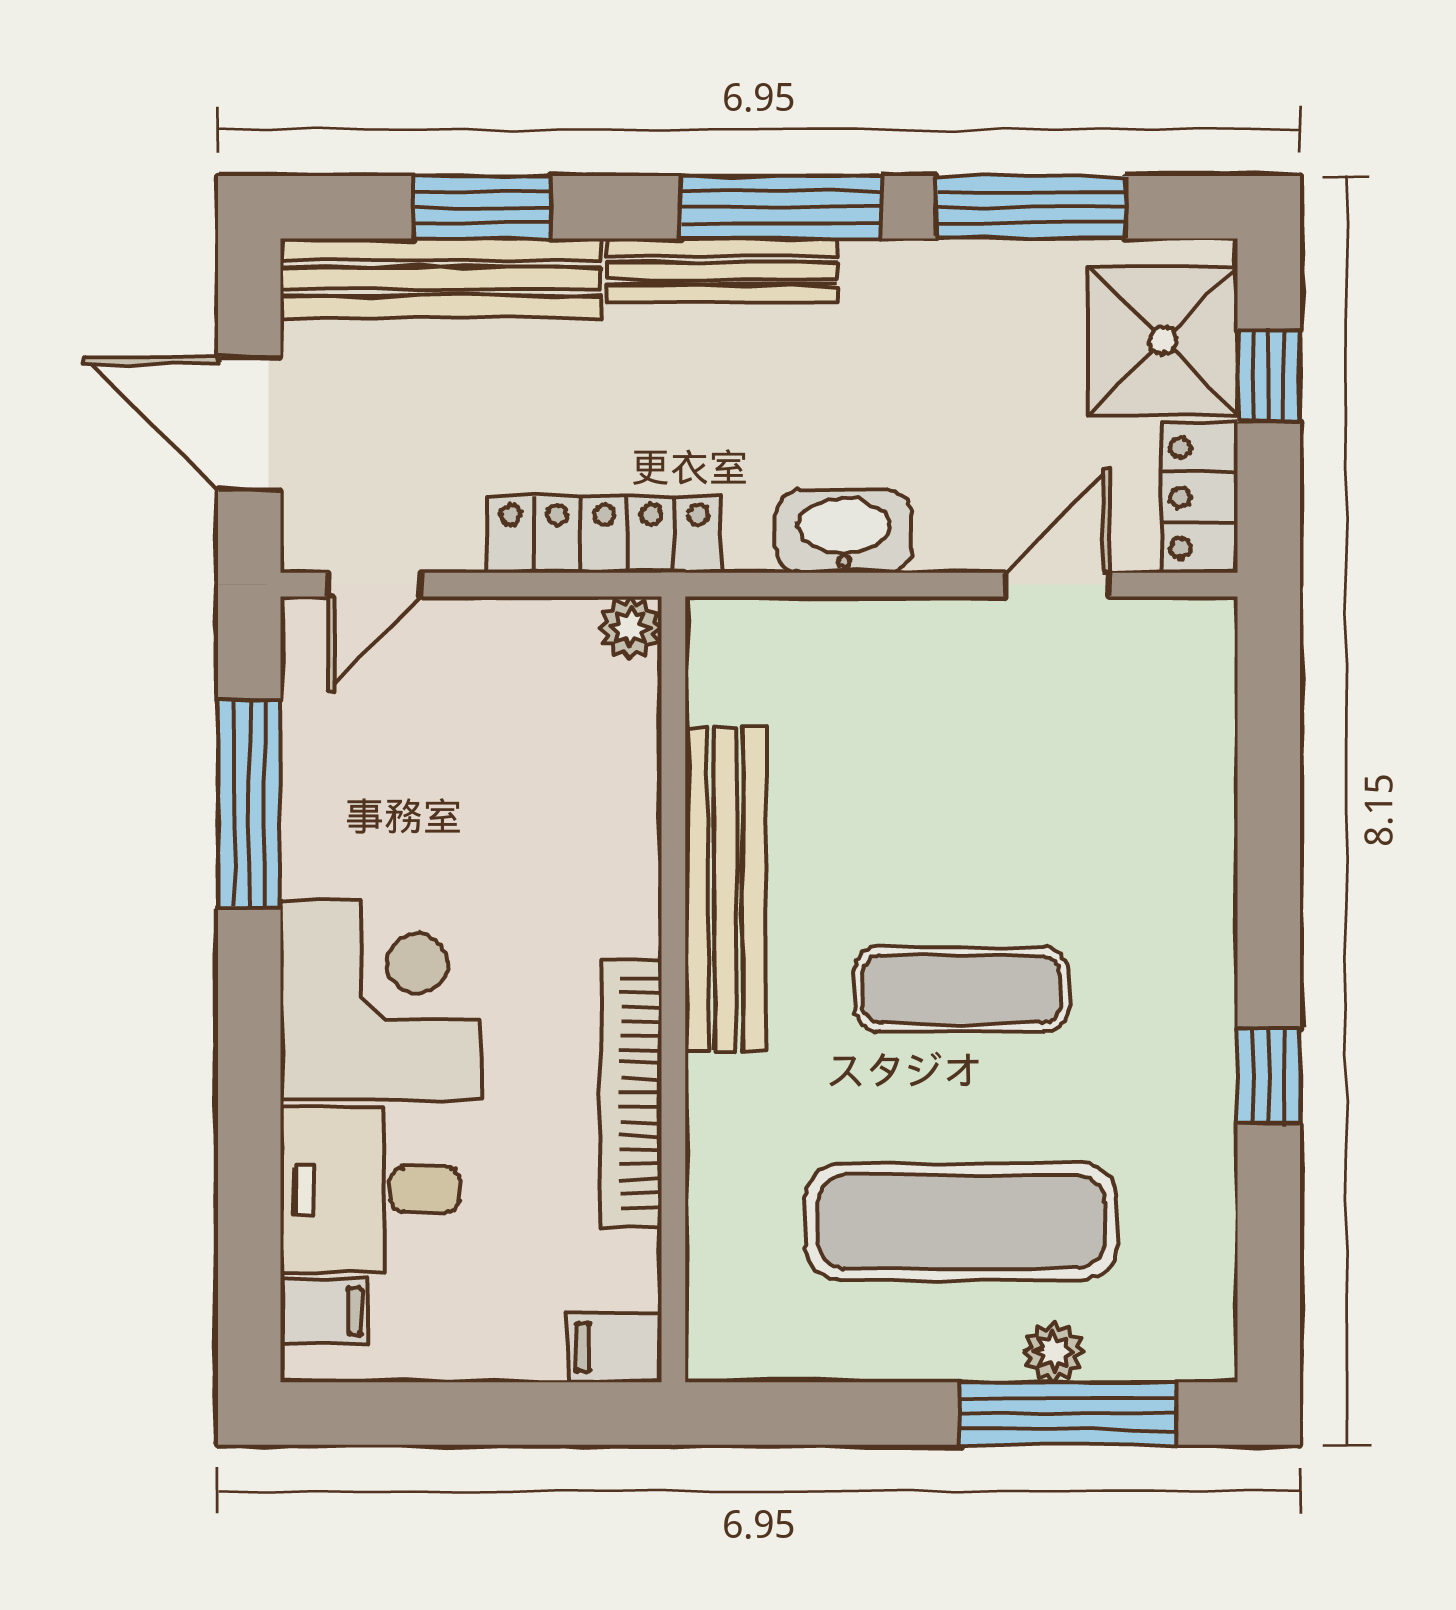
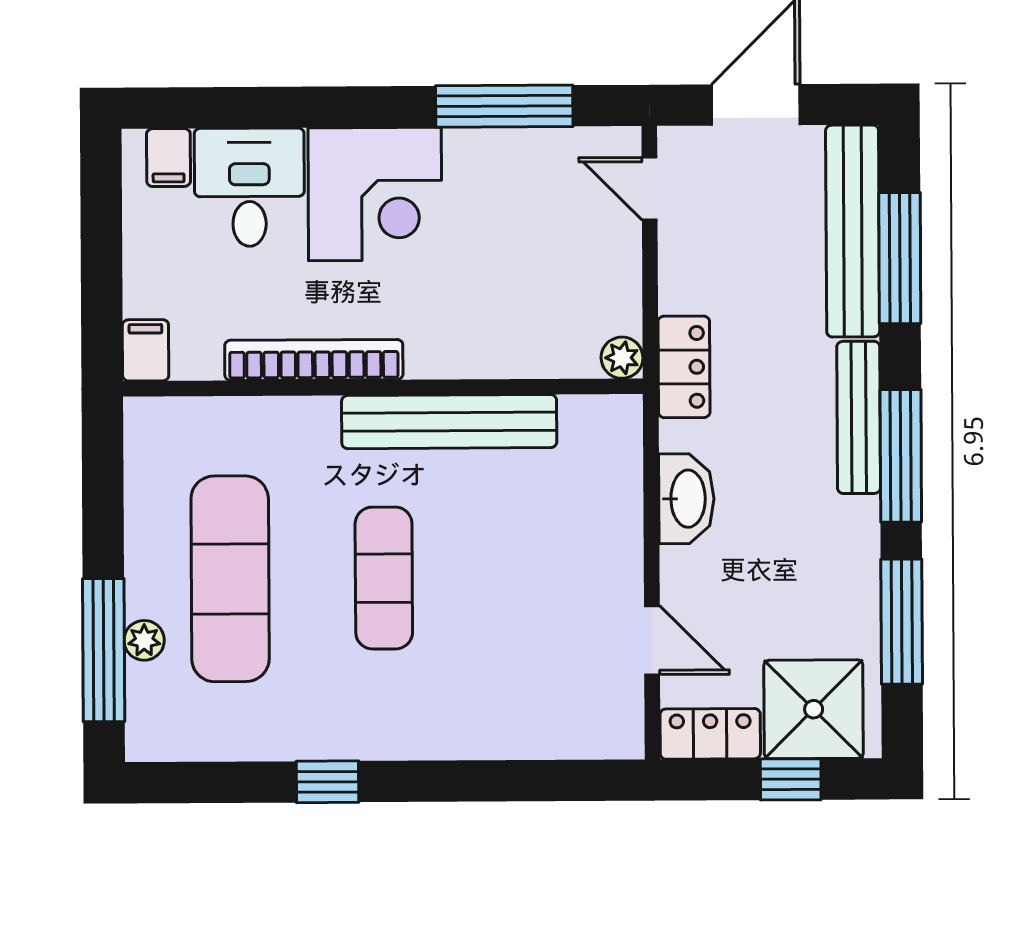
window: (482, 207) -> (900, 258), width x1.44
locker: (604, 534) -> (684, 367), width x0.66

